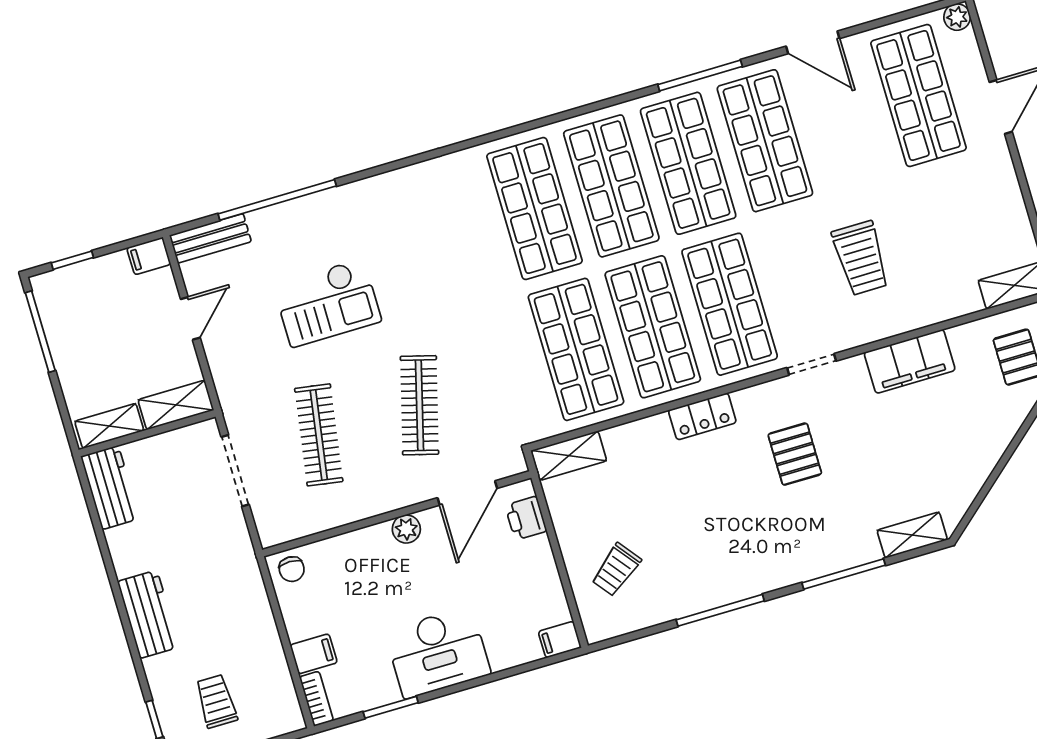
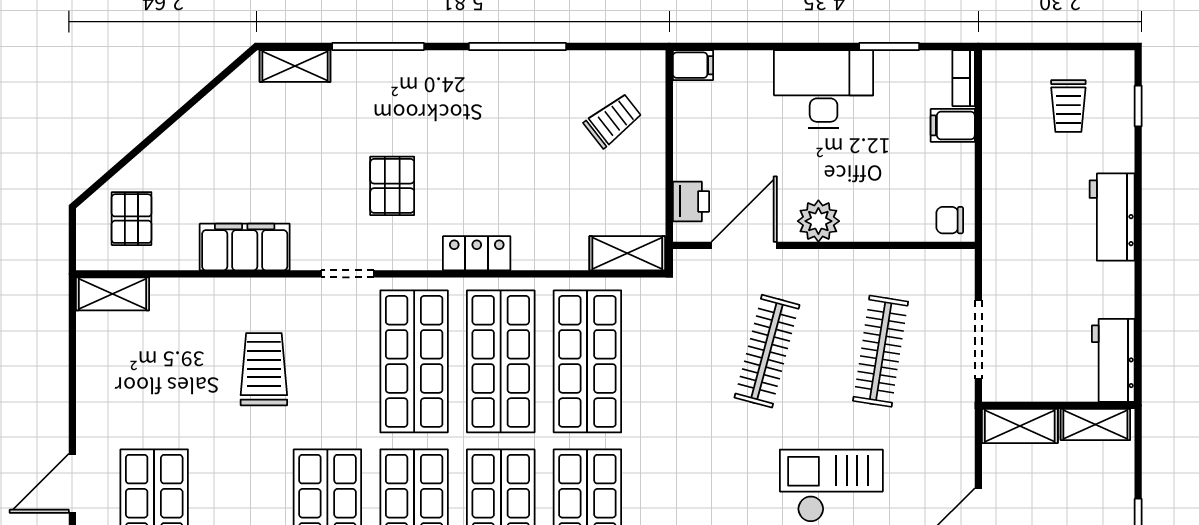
plant: (406, 529) -> (818, 221), width x1.38, depth x1.38
chair: (292, 569) -> (950, 220), turned -90

